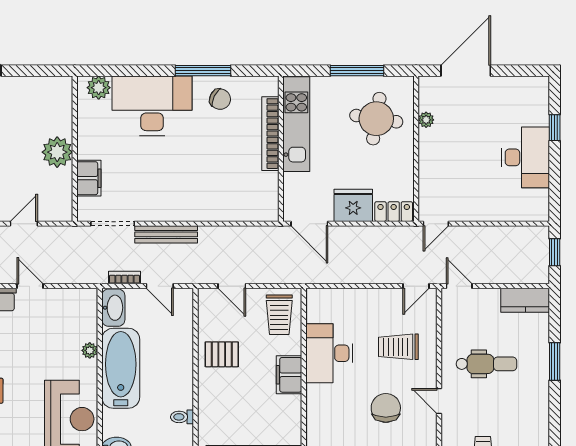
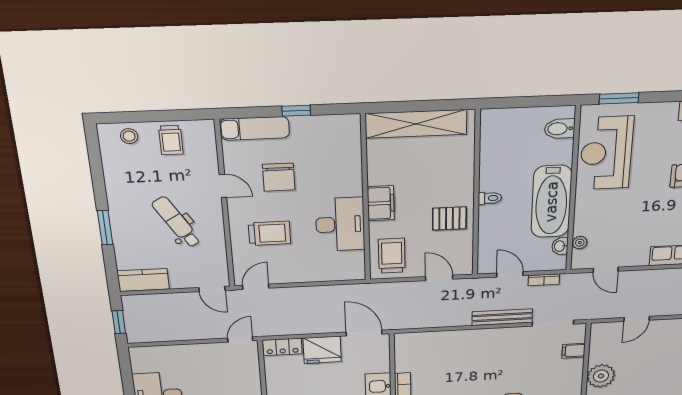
filing cabinet: (89, 178) -> (574, 351), width x0.50
door: (30, 286) -> (606, 270), moved
washbasin: (113, 308) -> (560, 246), width x0.52, depth x0.69
plant: (90, 350) -> (580, 243), moved
dental chair: (486, 364) -> (176, 222), turned 59
toilet: (182, 417) -> (490, 198), moved

